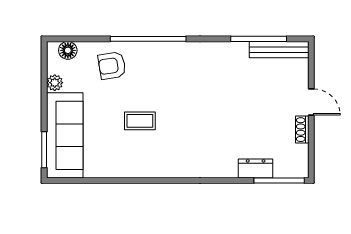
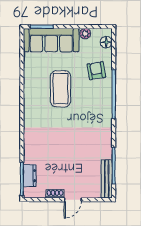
coffee table: (140, 121) -> (61, 89), width x1.86, depth x1.72
dresser: (256, 168) -> (30, 176), moved

